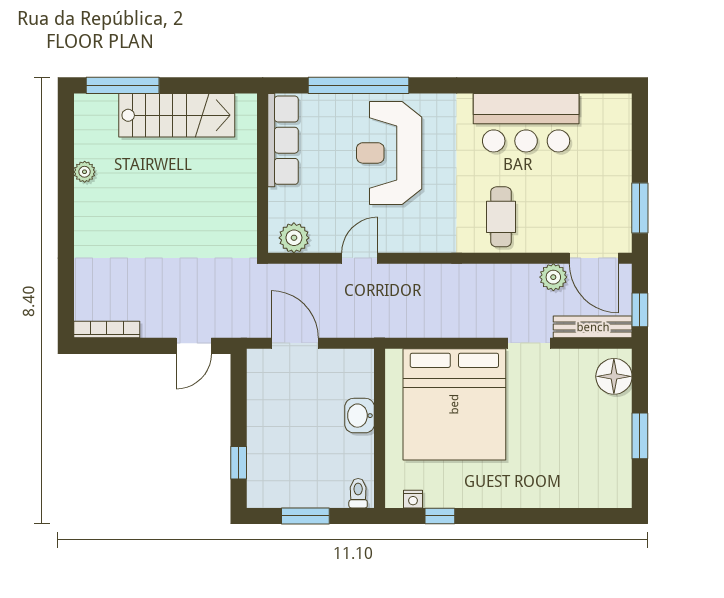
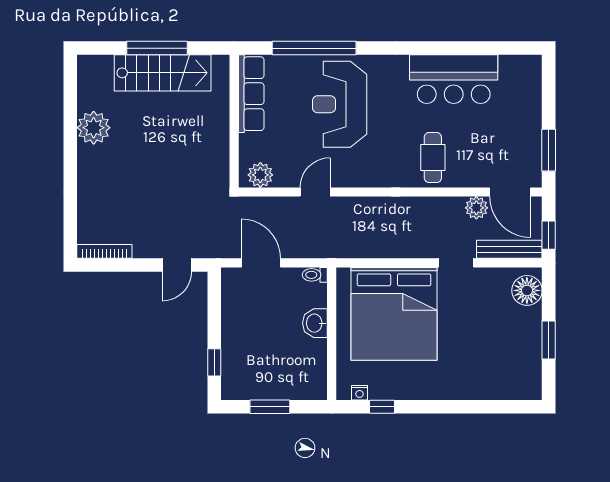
window: (123, 85) -> (157, 48), moved
plant: (85, 172) -> (94, 128), width x1.87, depth x1.87
toilet: (358, 493) -> (315, 275), moved, turned -90

